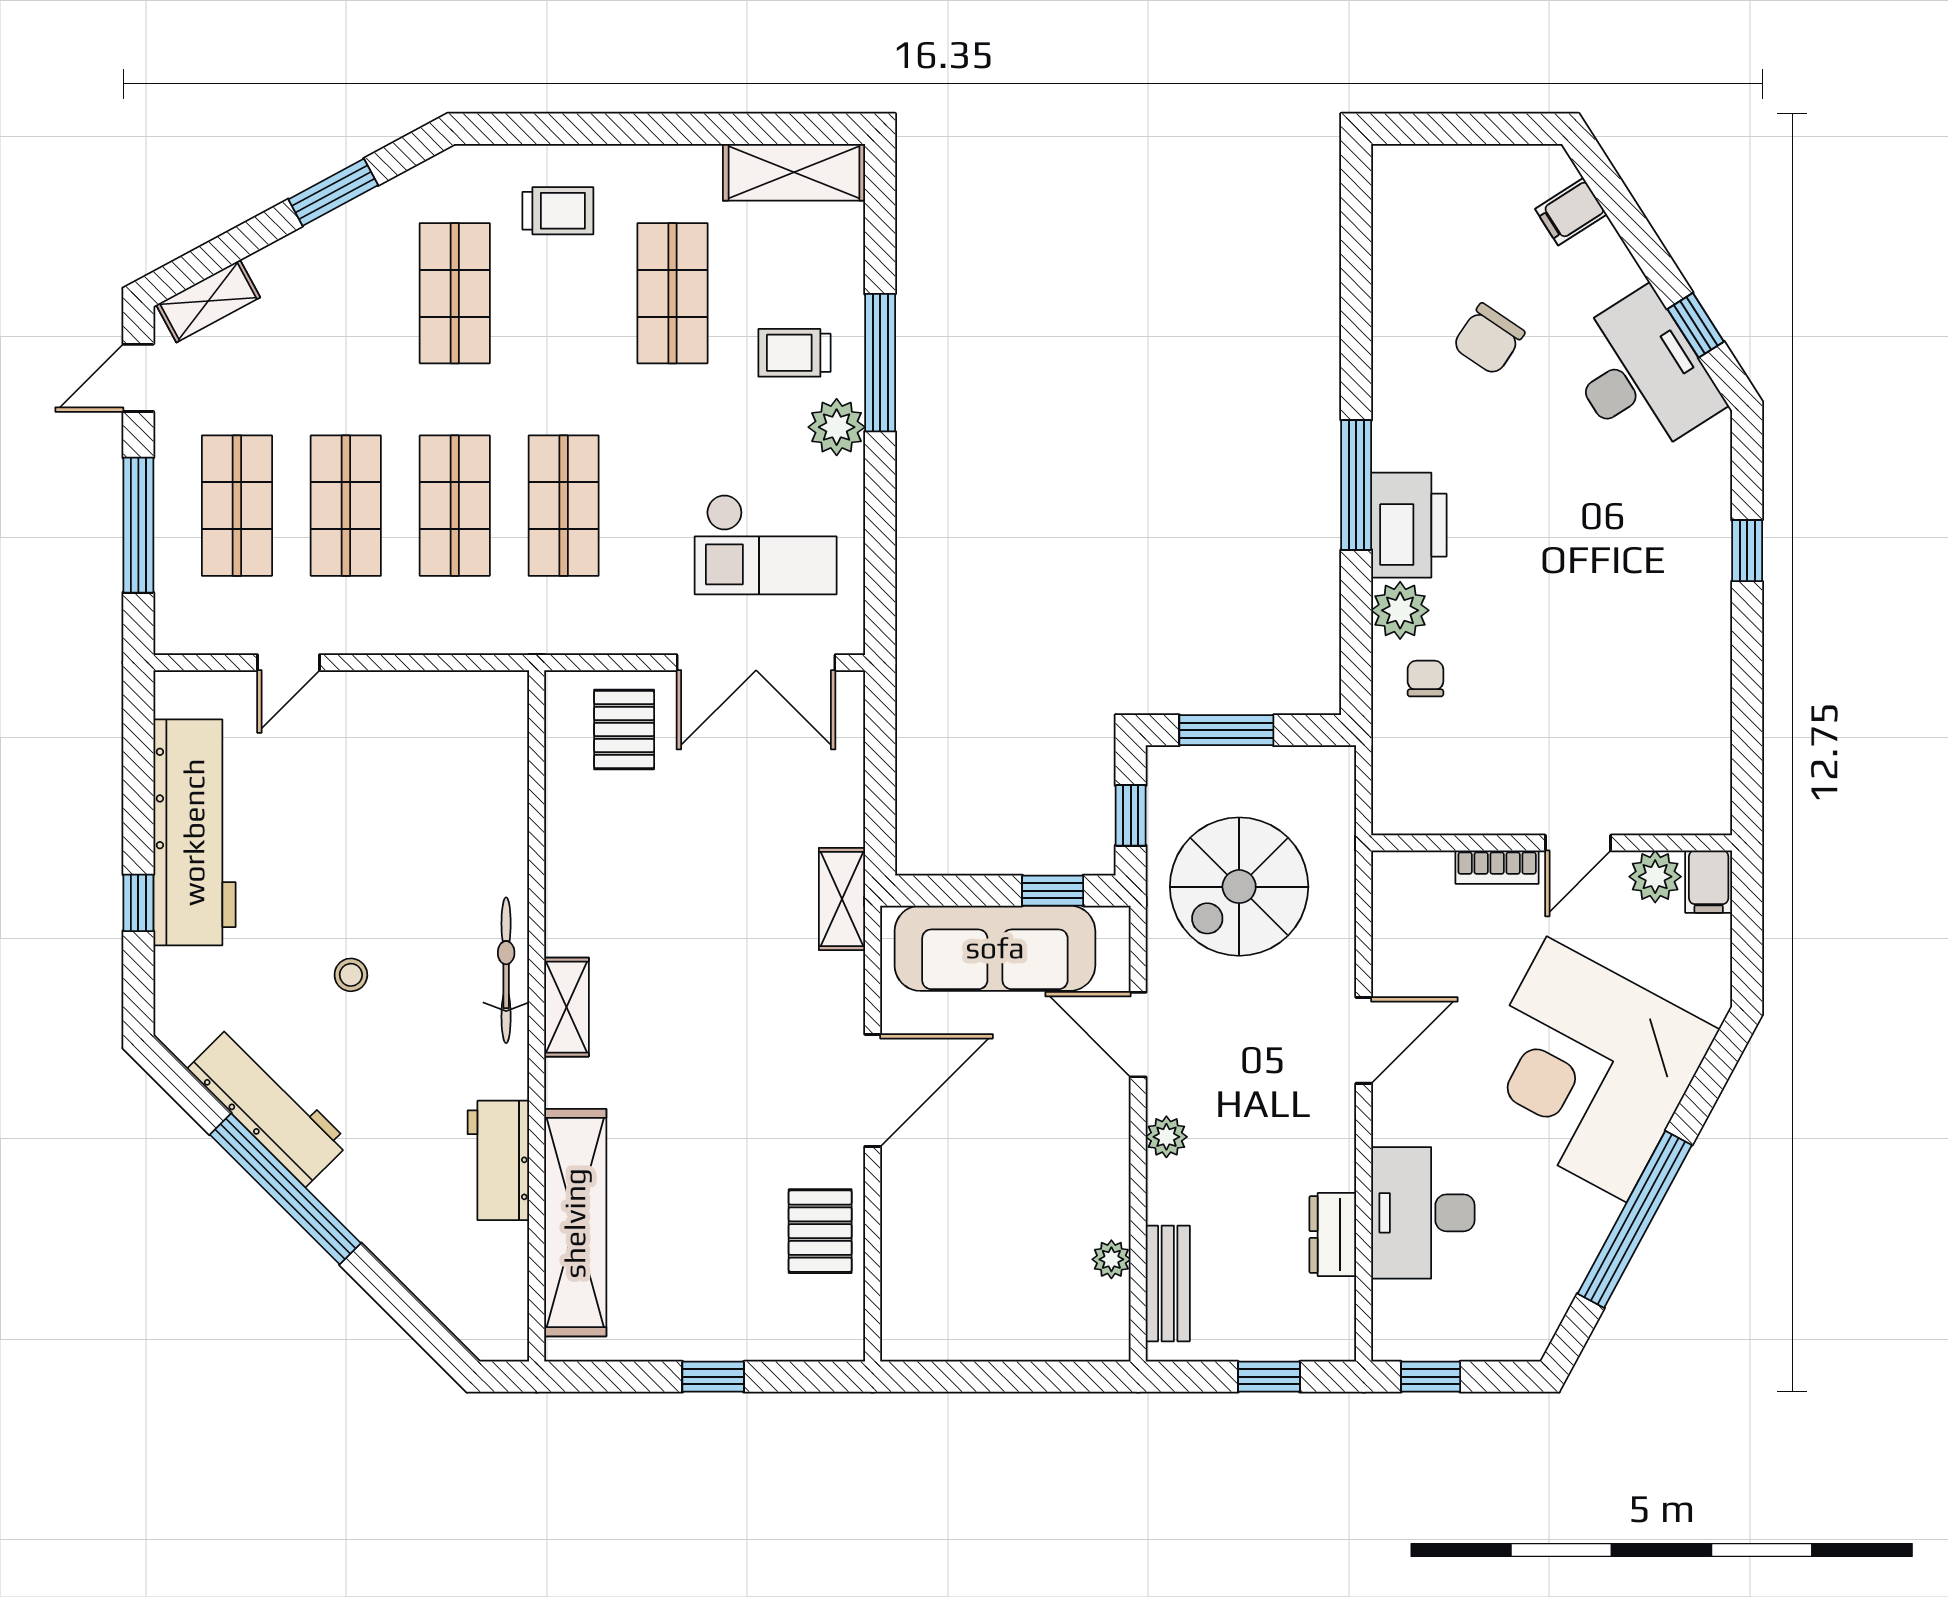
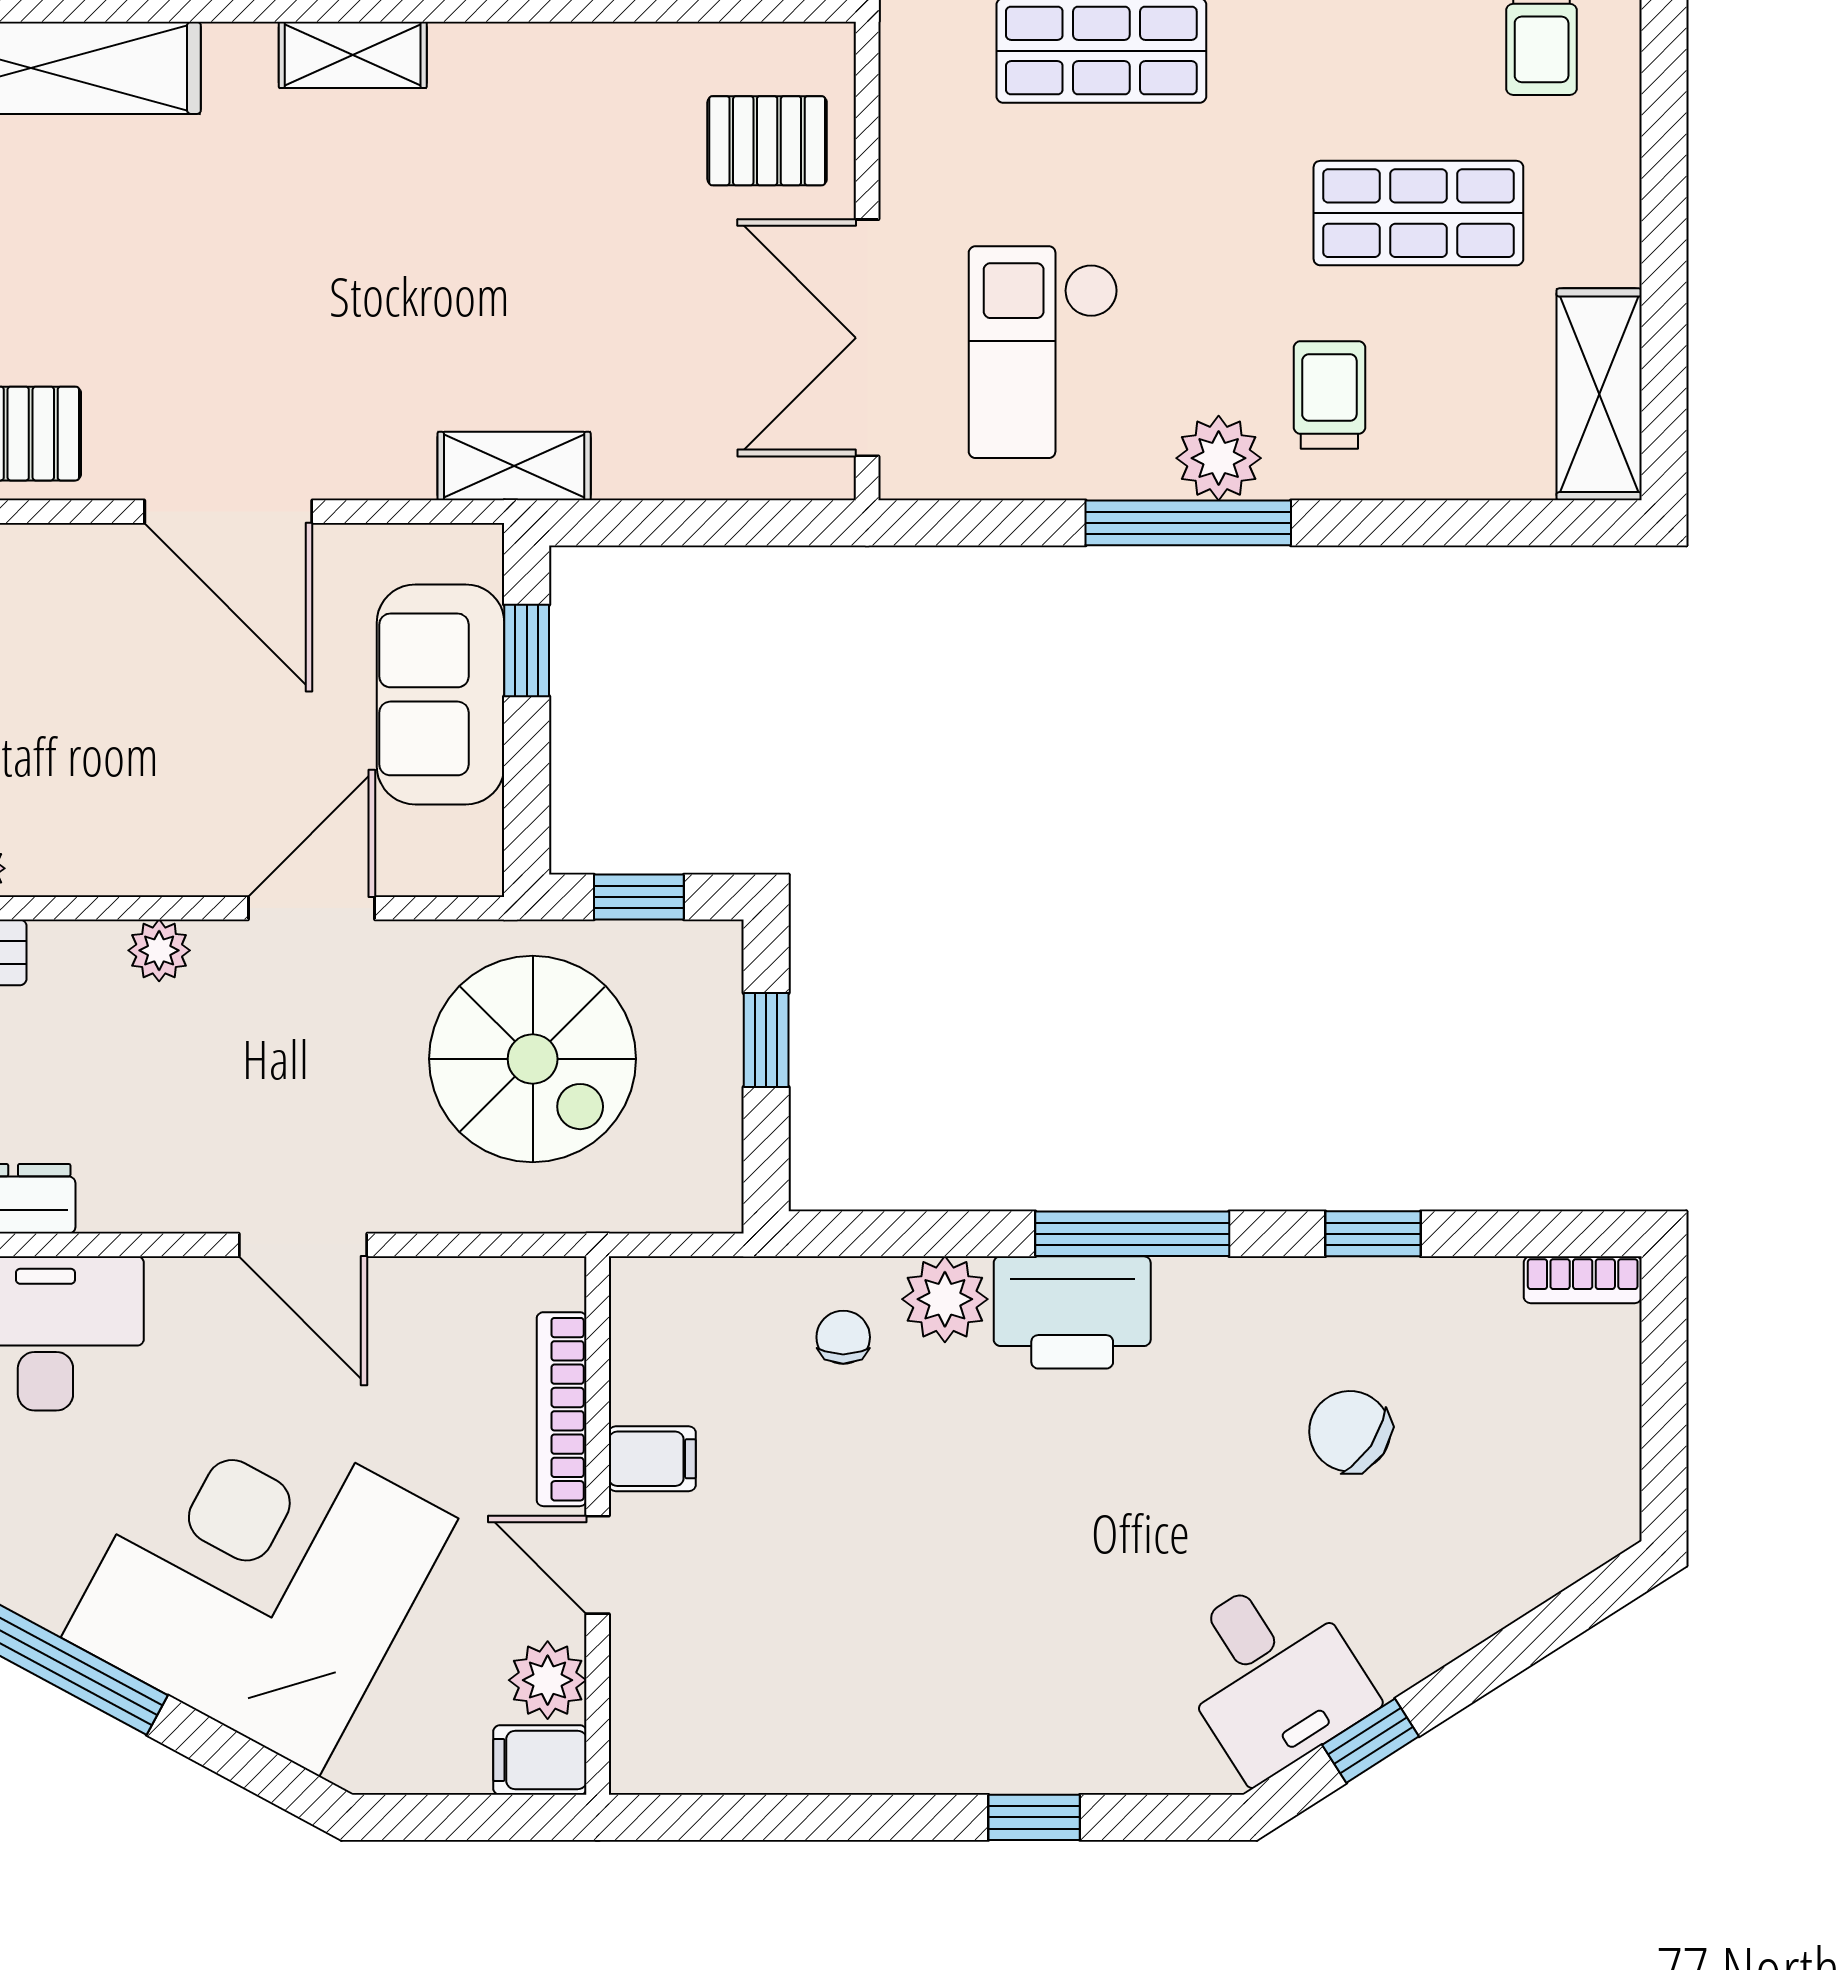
bookcase: (1387, 183) -> (1583, 1280), added
filing cabinet: (1571, 212) -> (652, 1459), moved, turned 123
window: (1356, 324) -> (1373, 1234), added
window: (880, 363) -> (1188, 523), moved
desk: (1641, 375) -> (1271, 1675), width x0.73
chair: (1425, 679) -> (843, 1337), turned -90
window: (1226, 730) -> (766, 1040), width x0.67
bookcase: (1497, 867) -> (562, 1409), width x1.56
spiral stairs: (1239, 887) -> (533, 1059), turned 180
window: (1053, 891) -> (527, 650), moved
sofa: (995, 948) -> (441, 694), width x0.73

